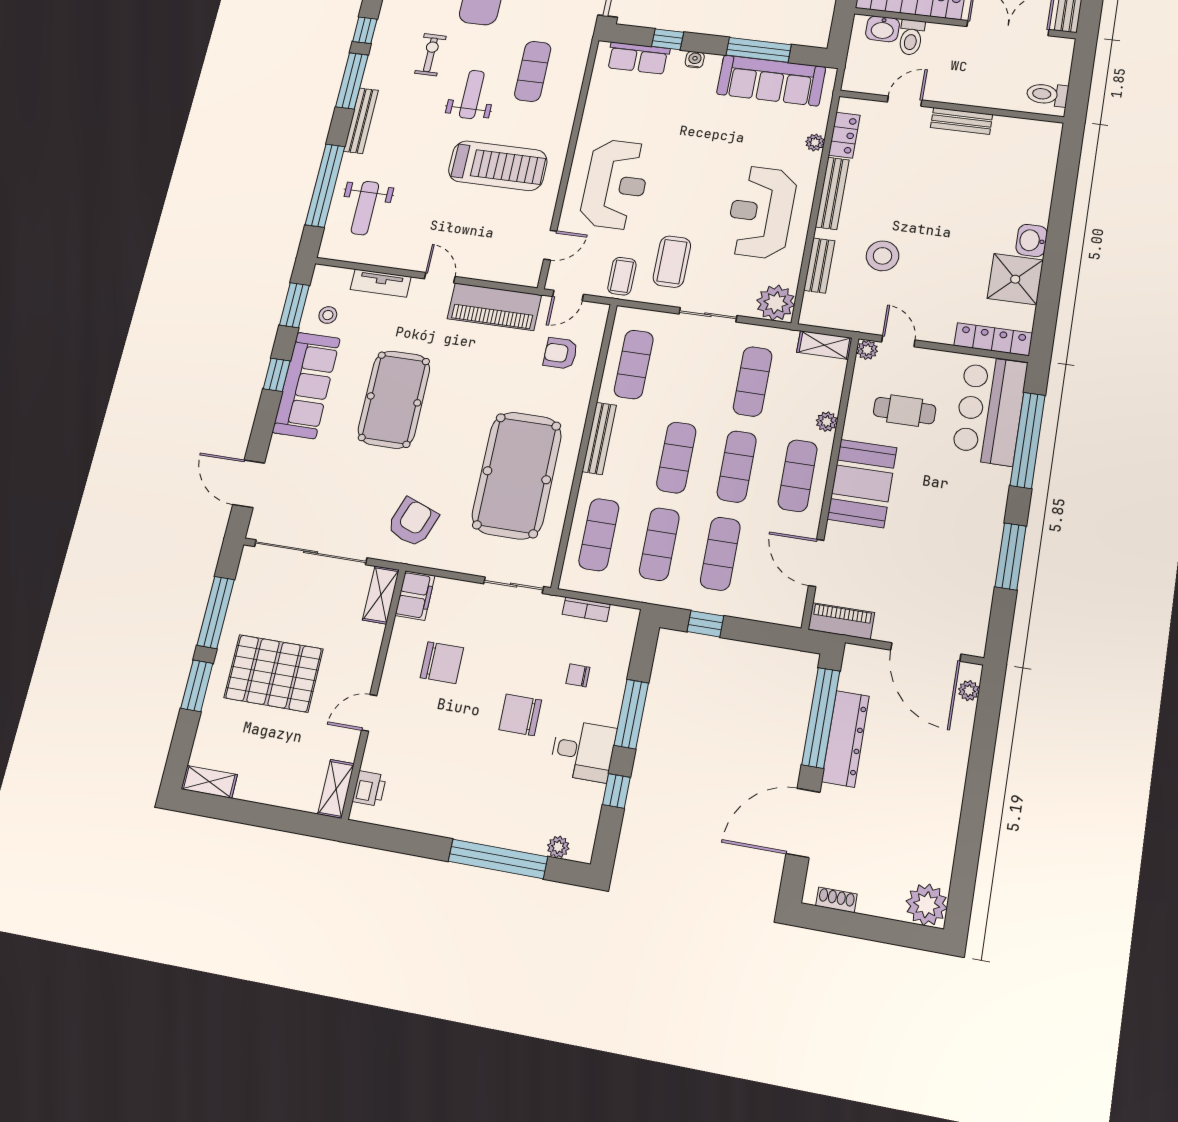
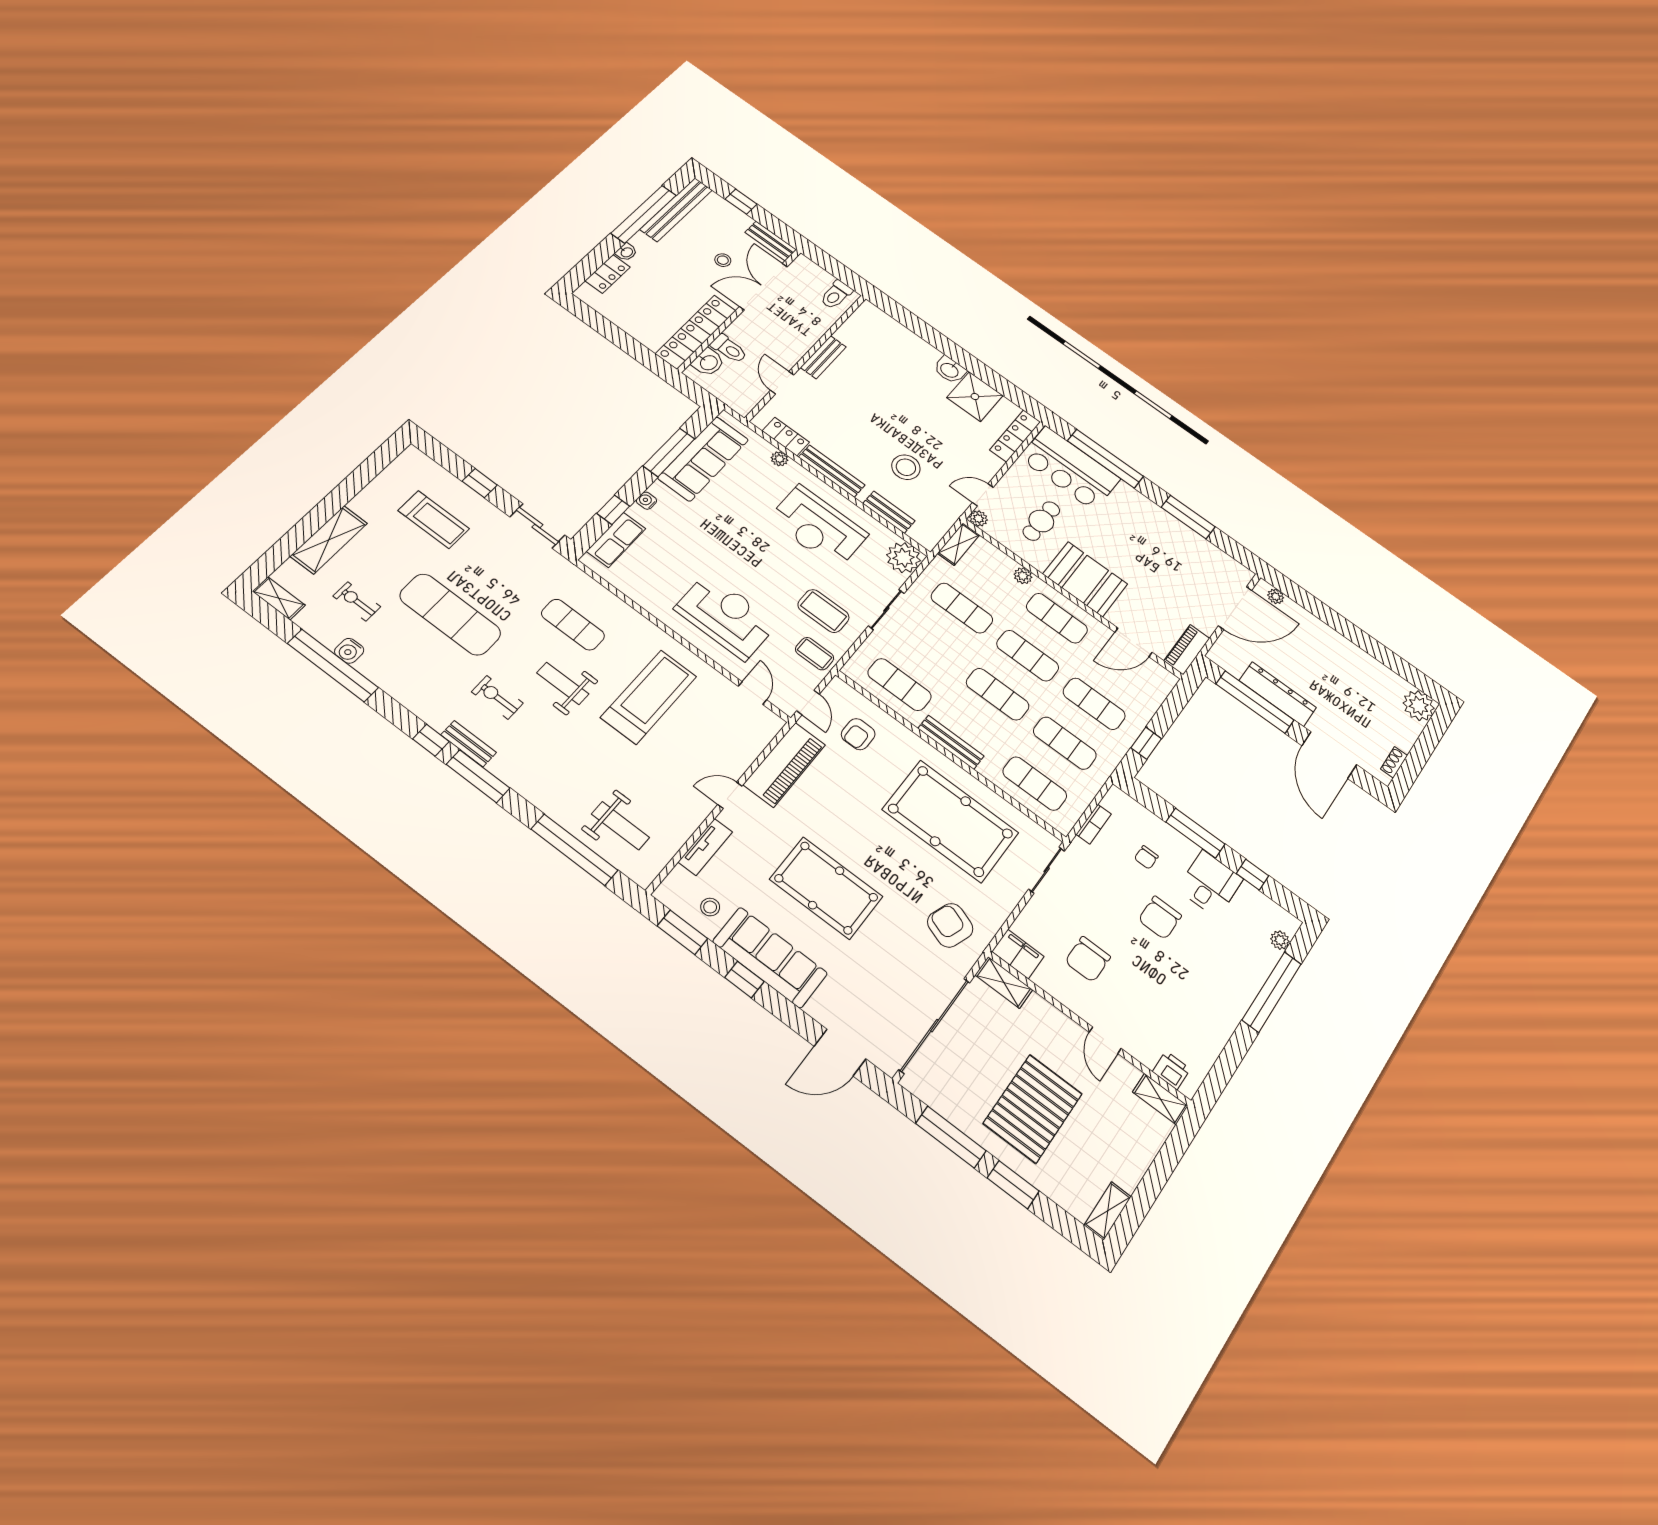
bench: (361, 121) -> (469, 744), moved, width x0.73
chair: (442, 663) -> (1088, 959), turned 180

